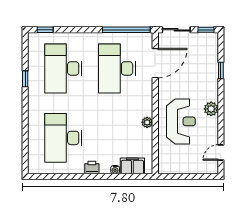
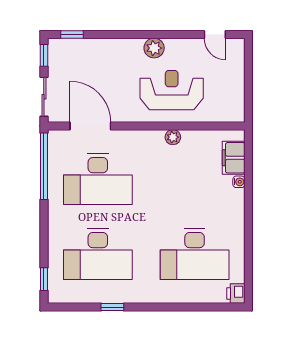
window: (221, 71) -> (72, 34), moved
printer: (92, 168) -> (236, 294), moved

